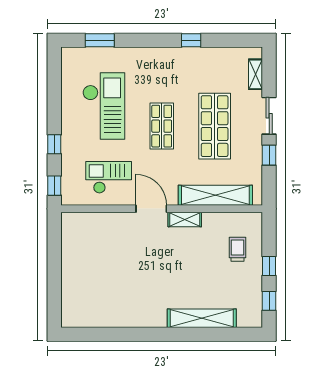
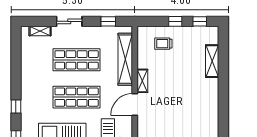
window: (191, 40) -> (16, 106), moved
shop shelf: (162, 126) -> (77, 97), width x1.43, depth x1.36
window: (269, 155) -> (108, 21), moved
shelving: (202, 318) -> (212, 61), width x0.68

